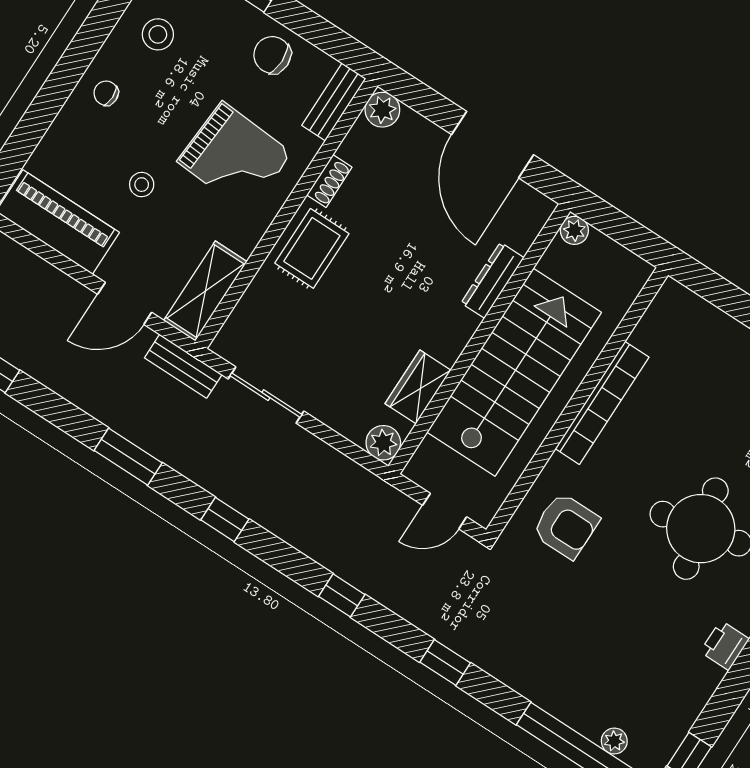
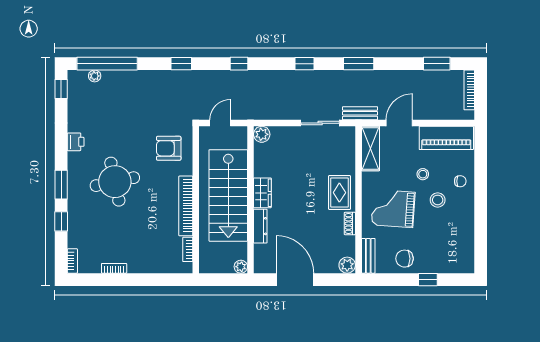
stool: (158, 34) -> (438, 200), moved
chair: (272, 55) -> (405, 259), turned 180
chair: (106, 93) -> (460, 181), moved
bookcase: (649, 323) -> (188, 249), added
wardrobe: (418, 387) -> (262, 193), moved

